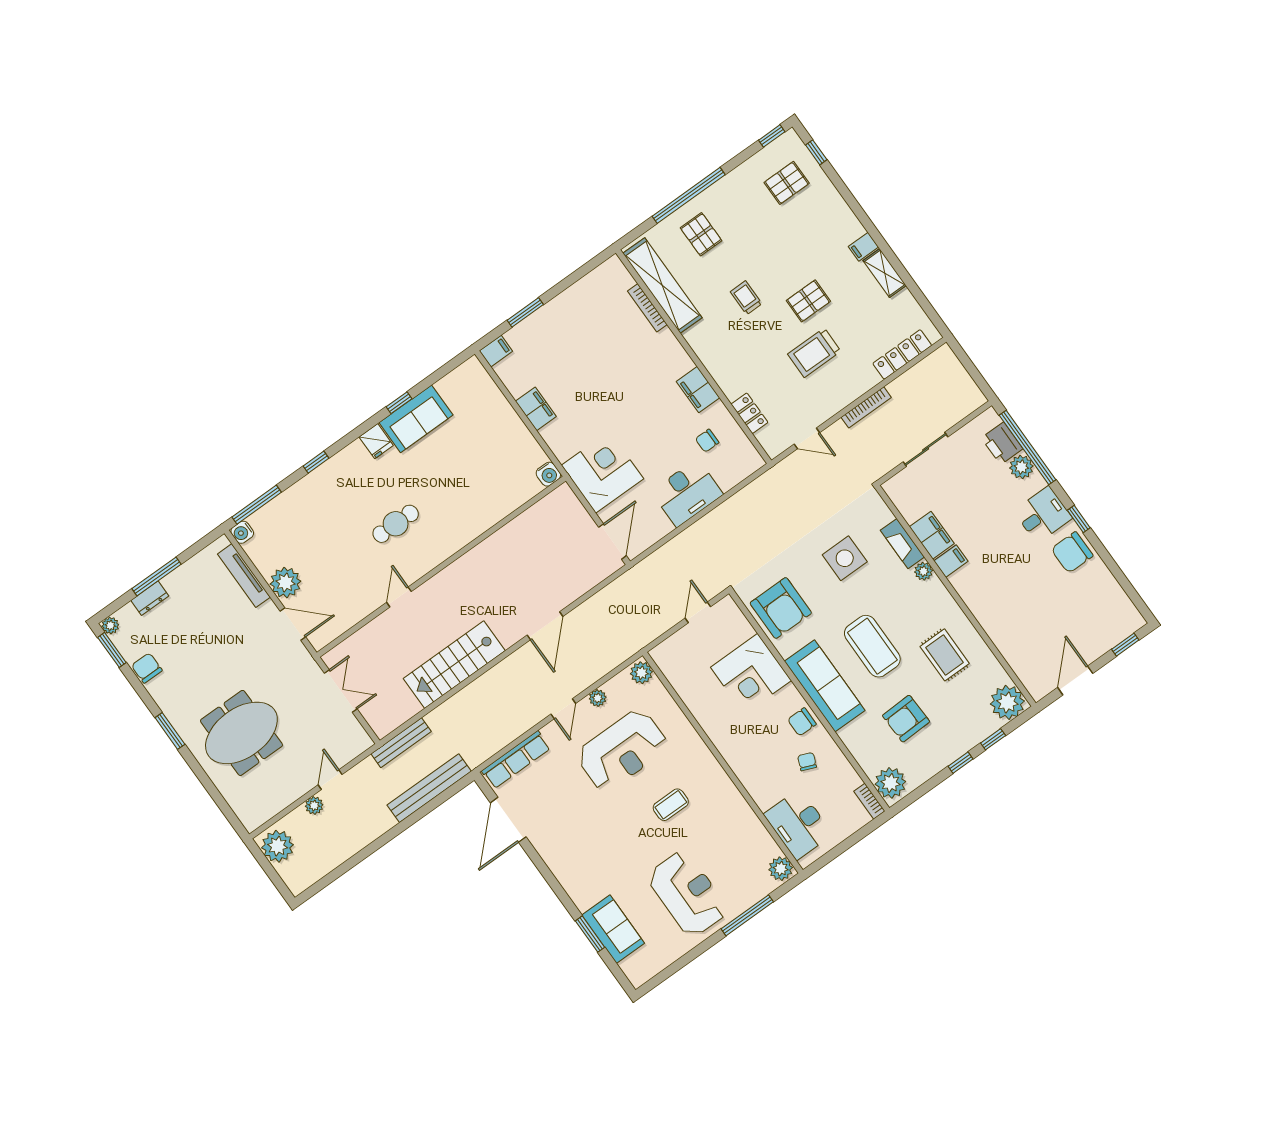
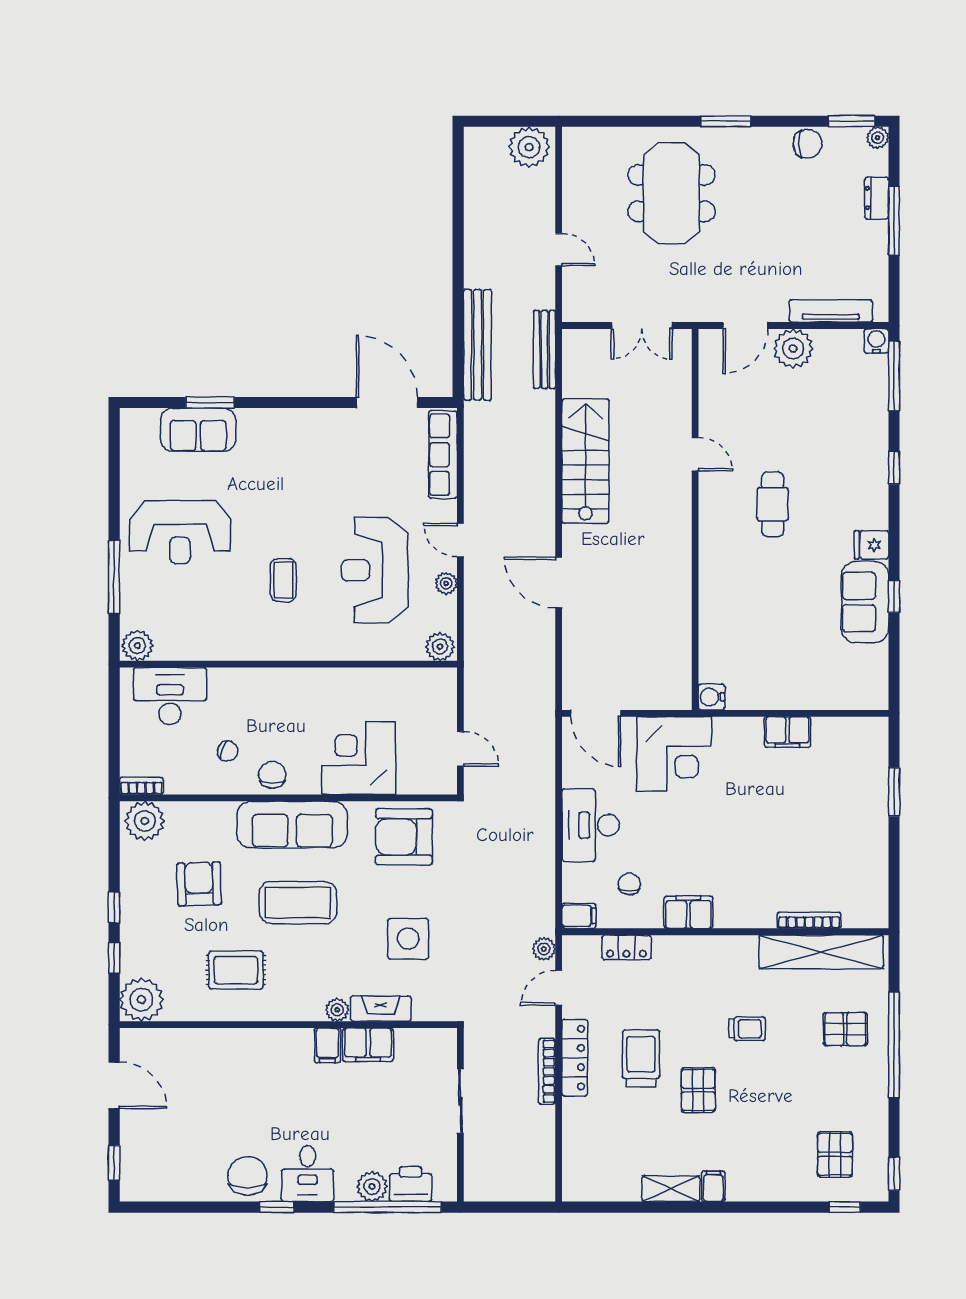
filing cabinet: (496, 351) -> (579, 916), moved, turned -90
locker: (902, 354) -> (575, 1058), moved
plant: (314, 806) -> (544, 949), moved

